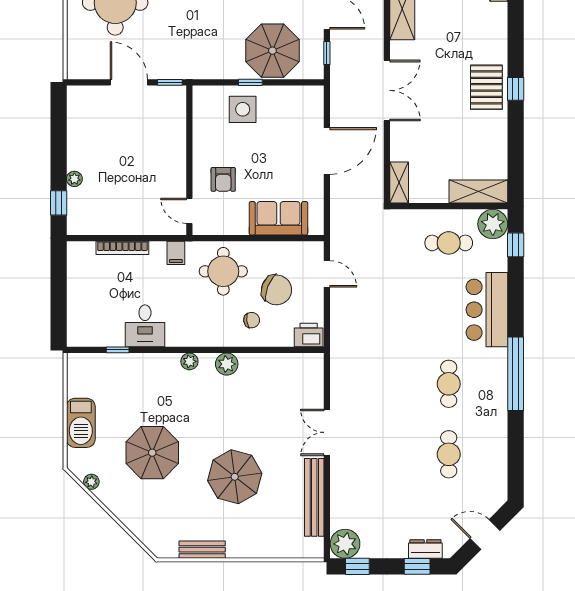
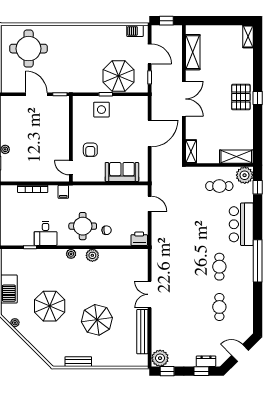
round table: (223, 271) -> (83, 226), moved
chair: (276, 290) -> (121, 213), removed

